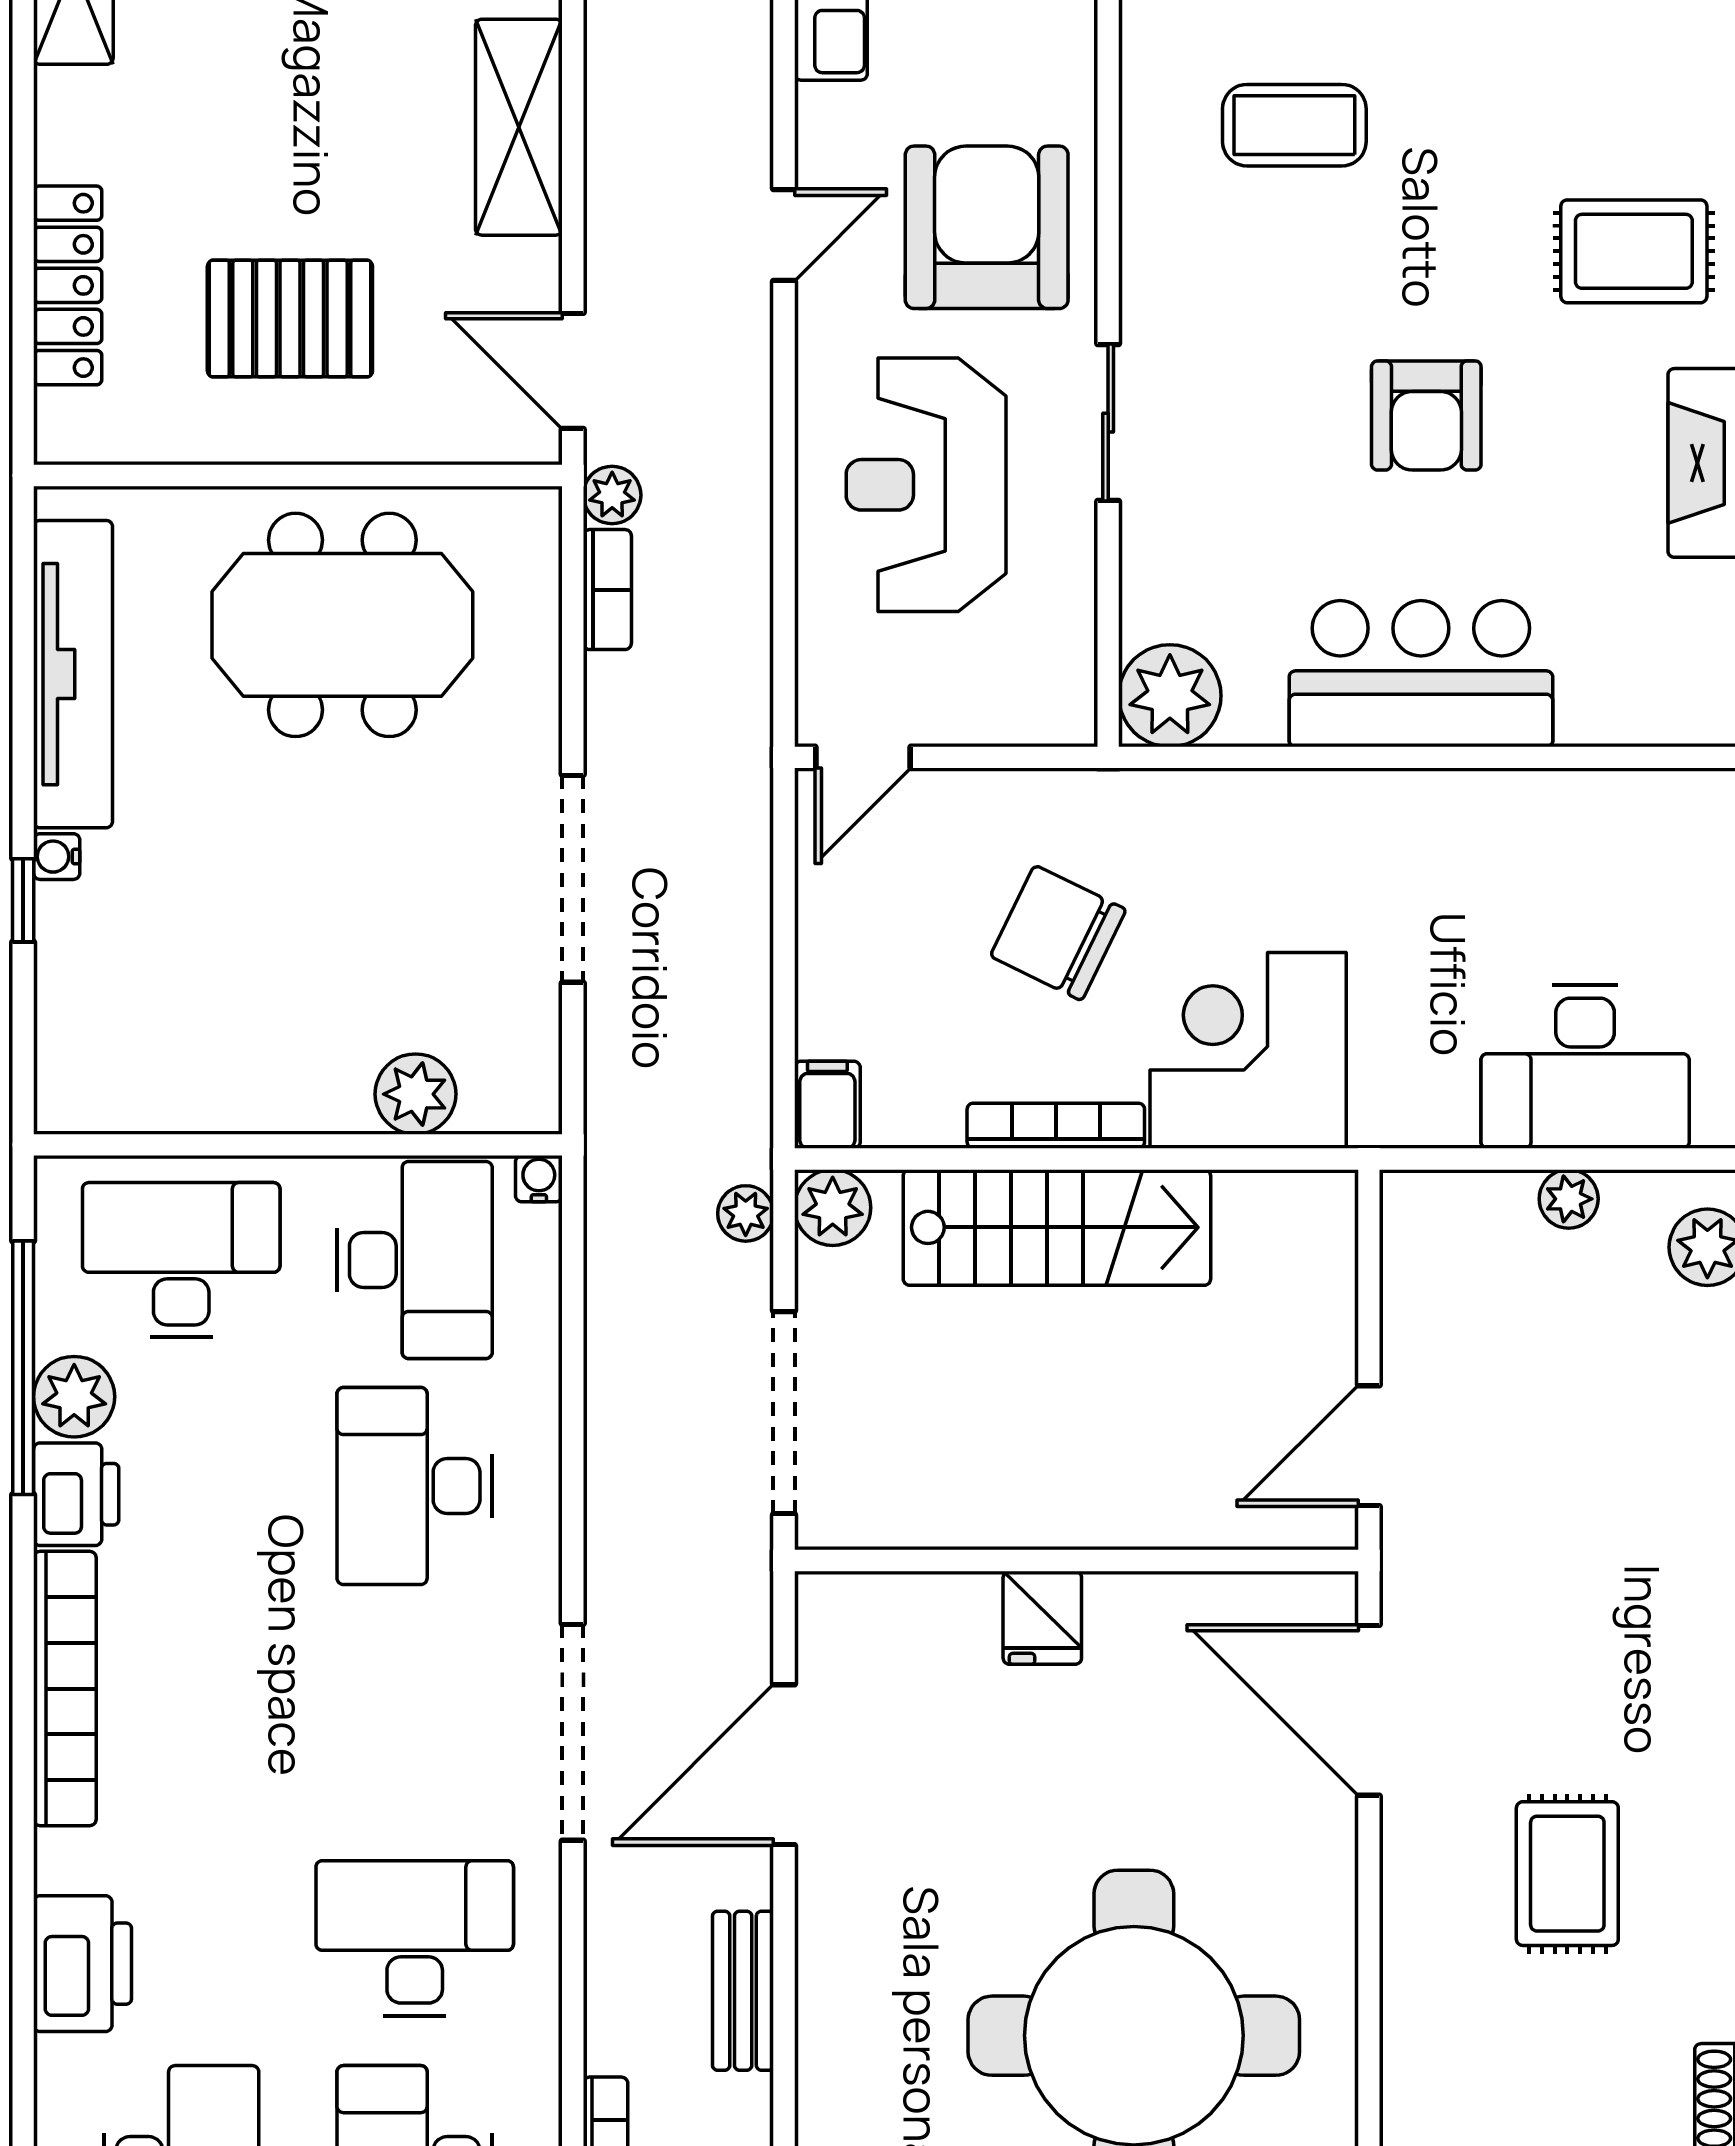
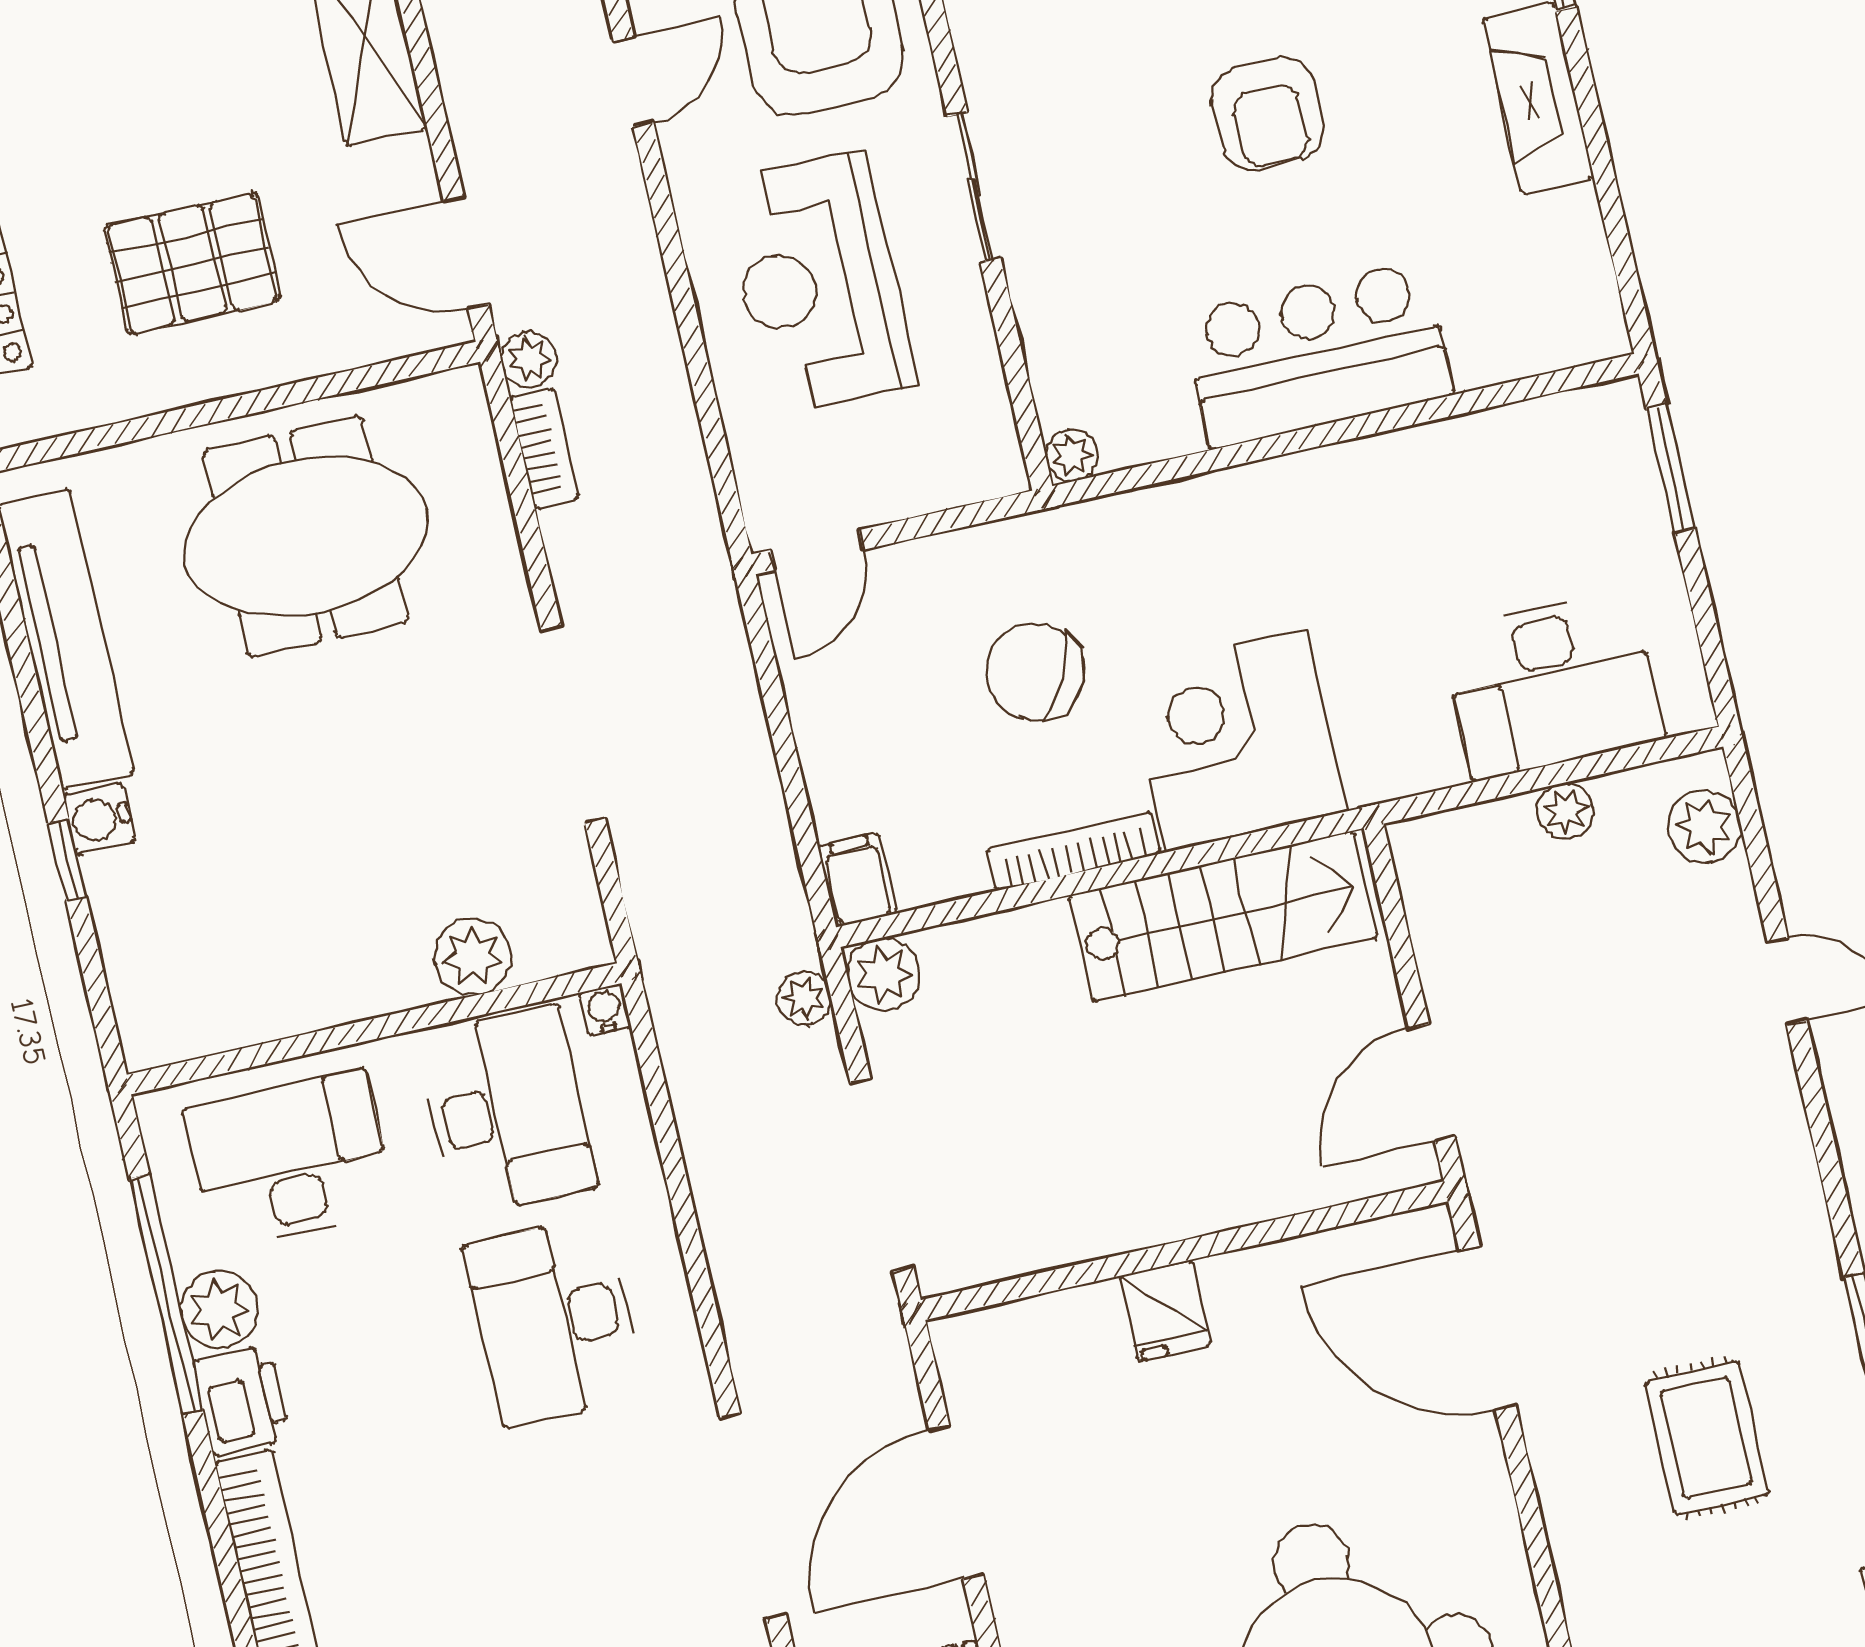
plant: (1170, 696) -> (1072, 455), width x0.53, depth x0.53
water cooler: (57, 857) -> (99, 818), width x1.38, depth x1.38
stairs: (1057, 1227) -> (1223, 917), moved

